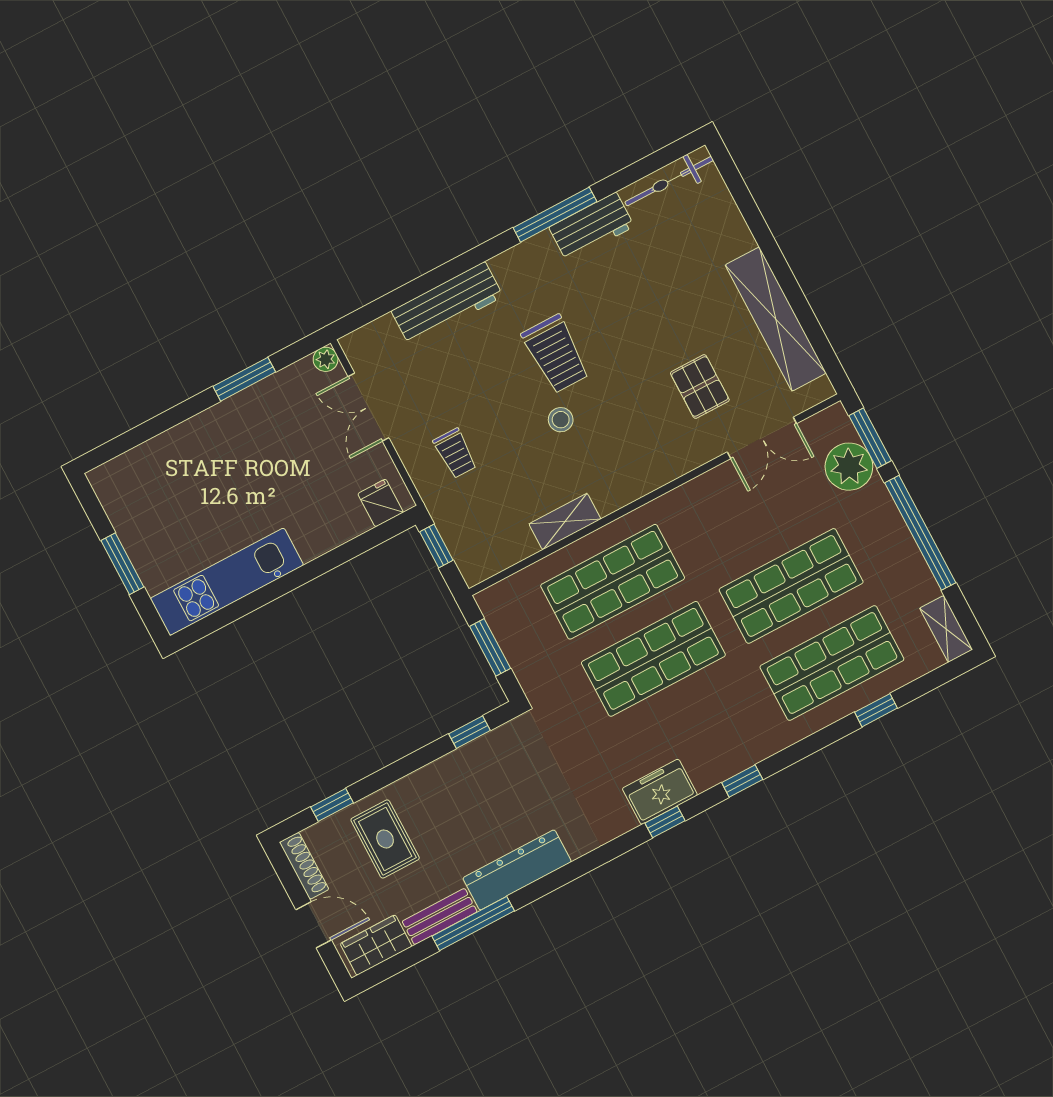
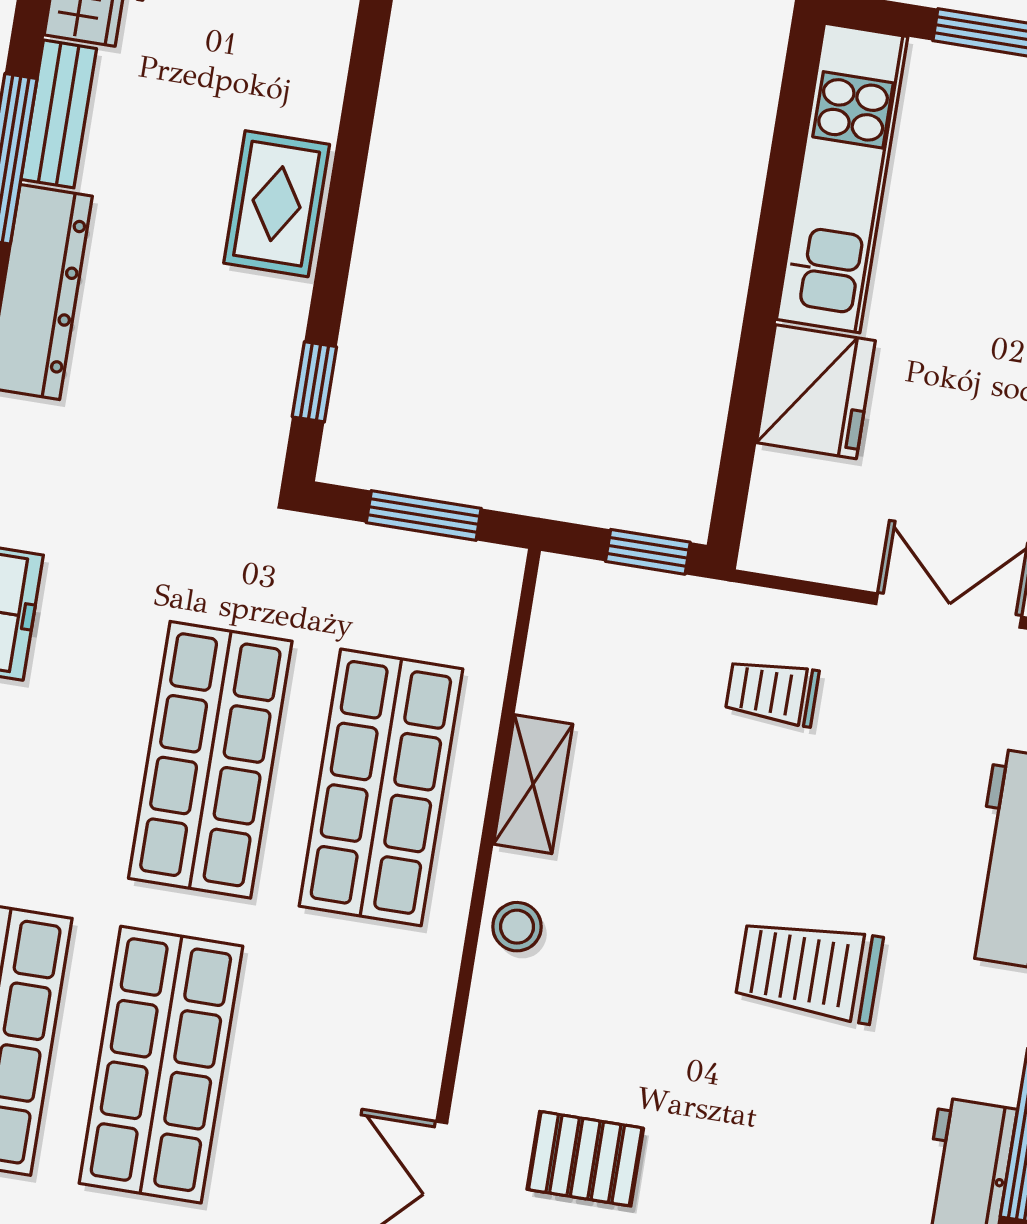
stool: (561, 420) -> (517, 927), moved
fridge: (380, 503) -> (816, 392), moved, width x1.88, depth x1.34
window: (332, 805) -> (364, 77), removed
rug: (385, 839) -> (277, 204), moved, turned 90

